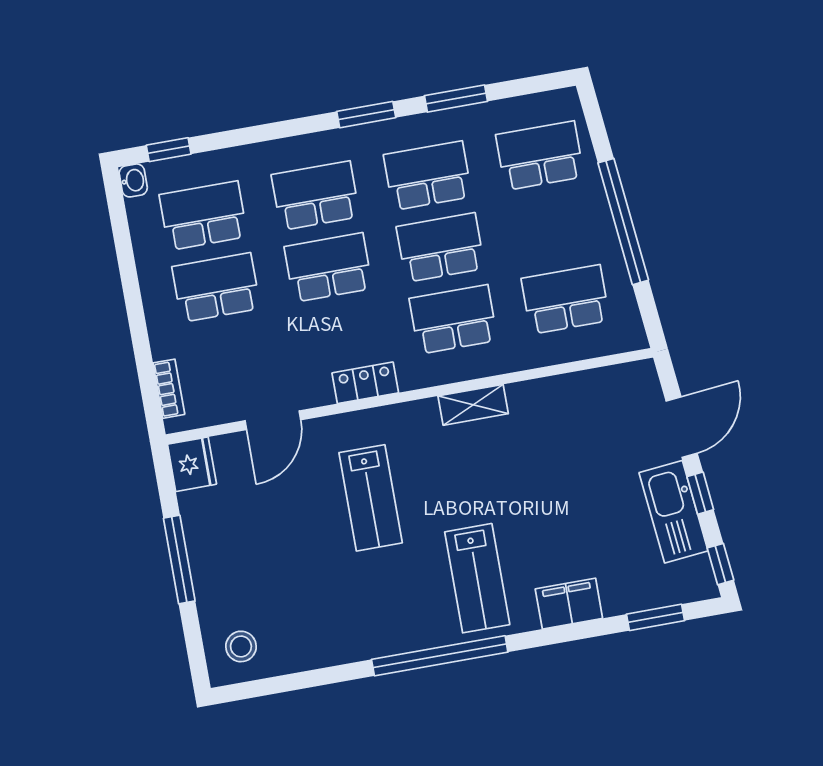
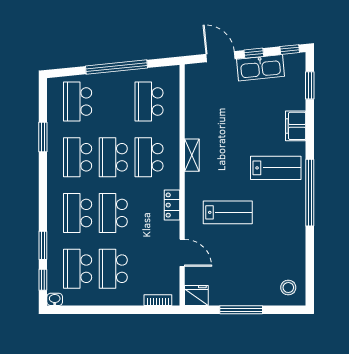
window: (366, 115) -> (43, 245), moved

